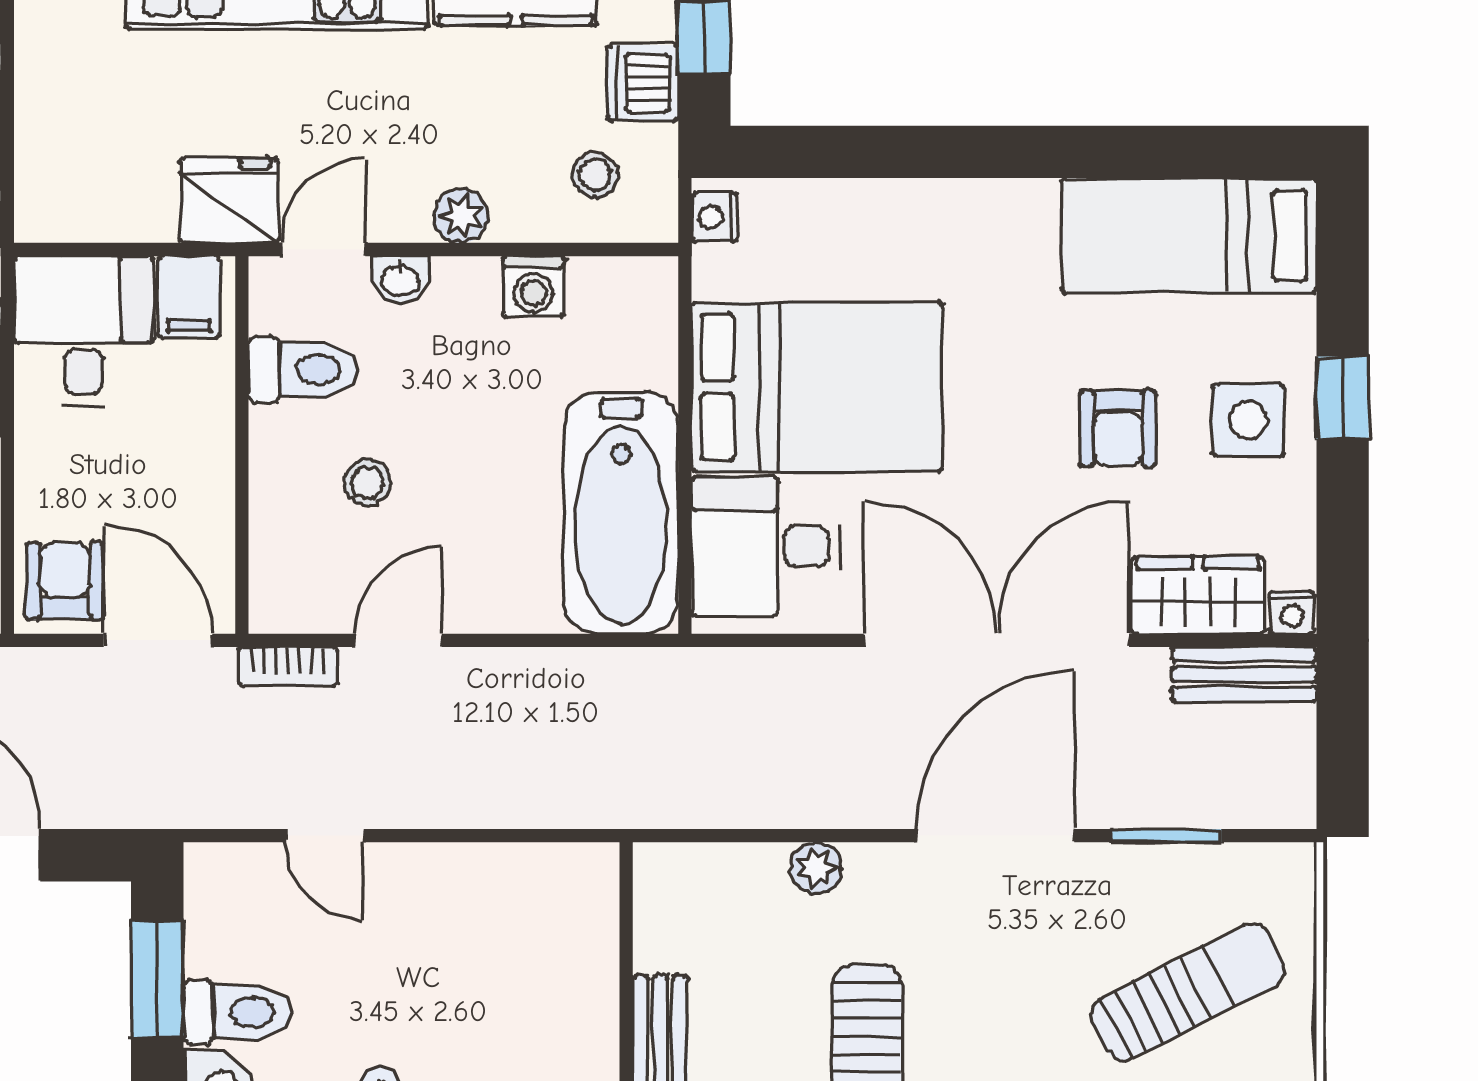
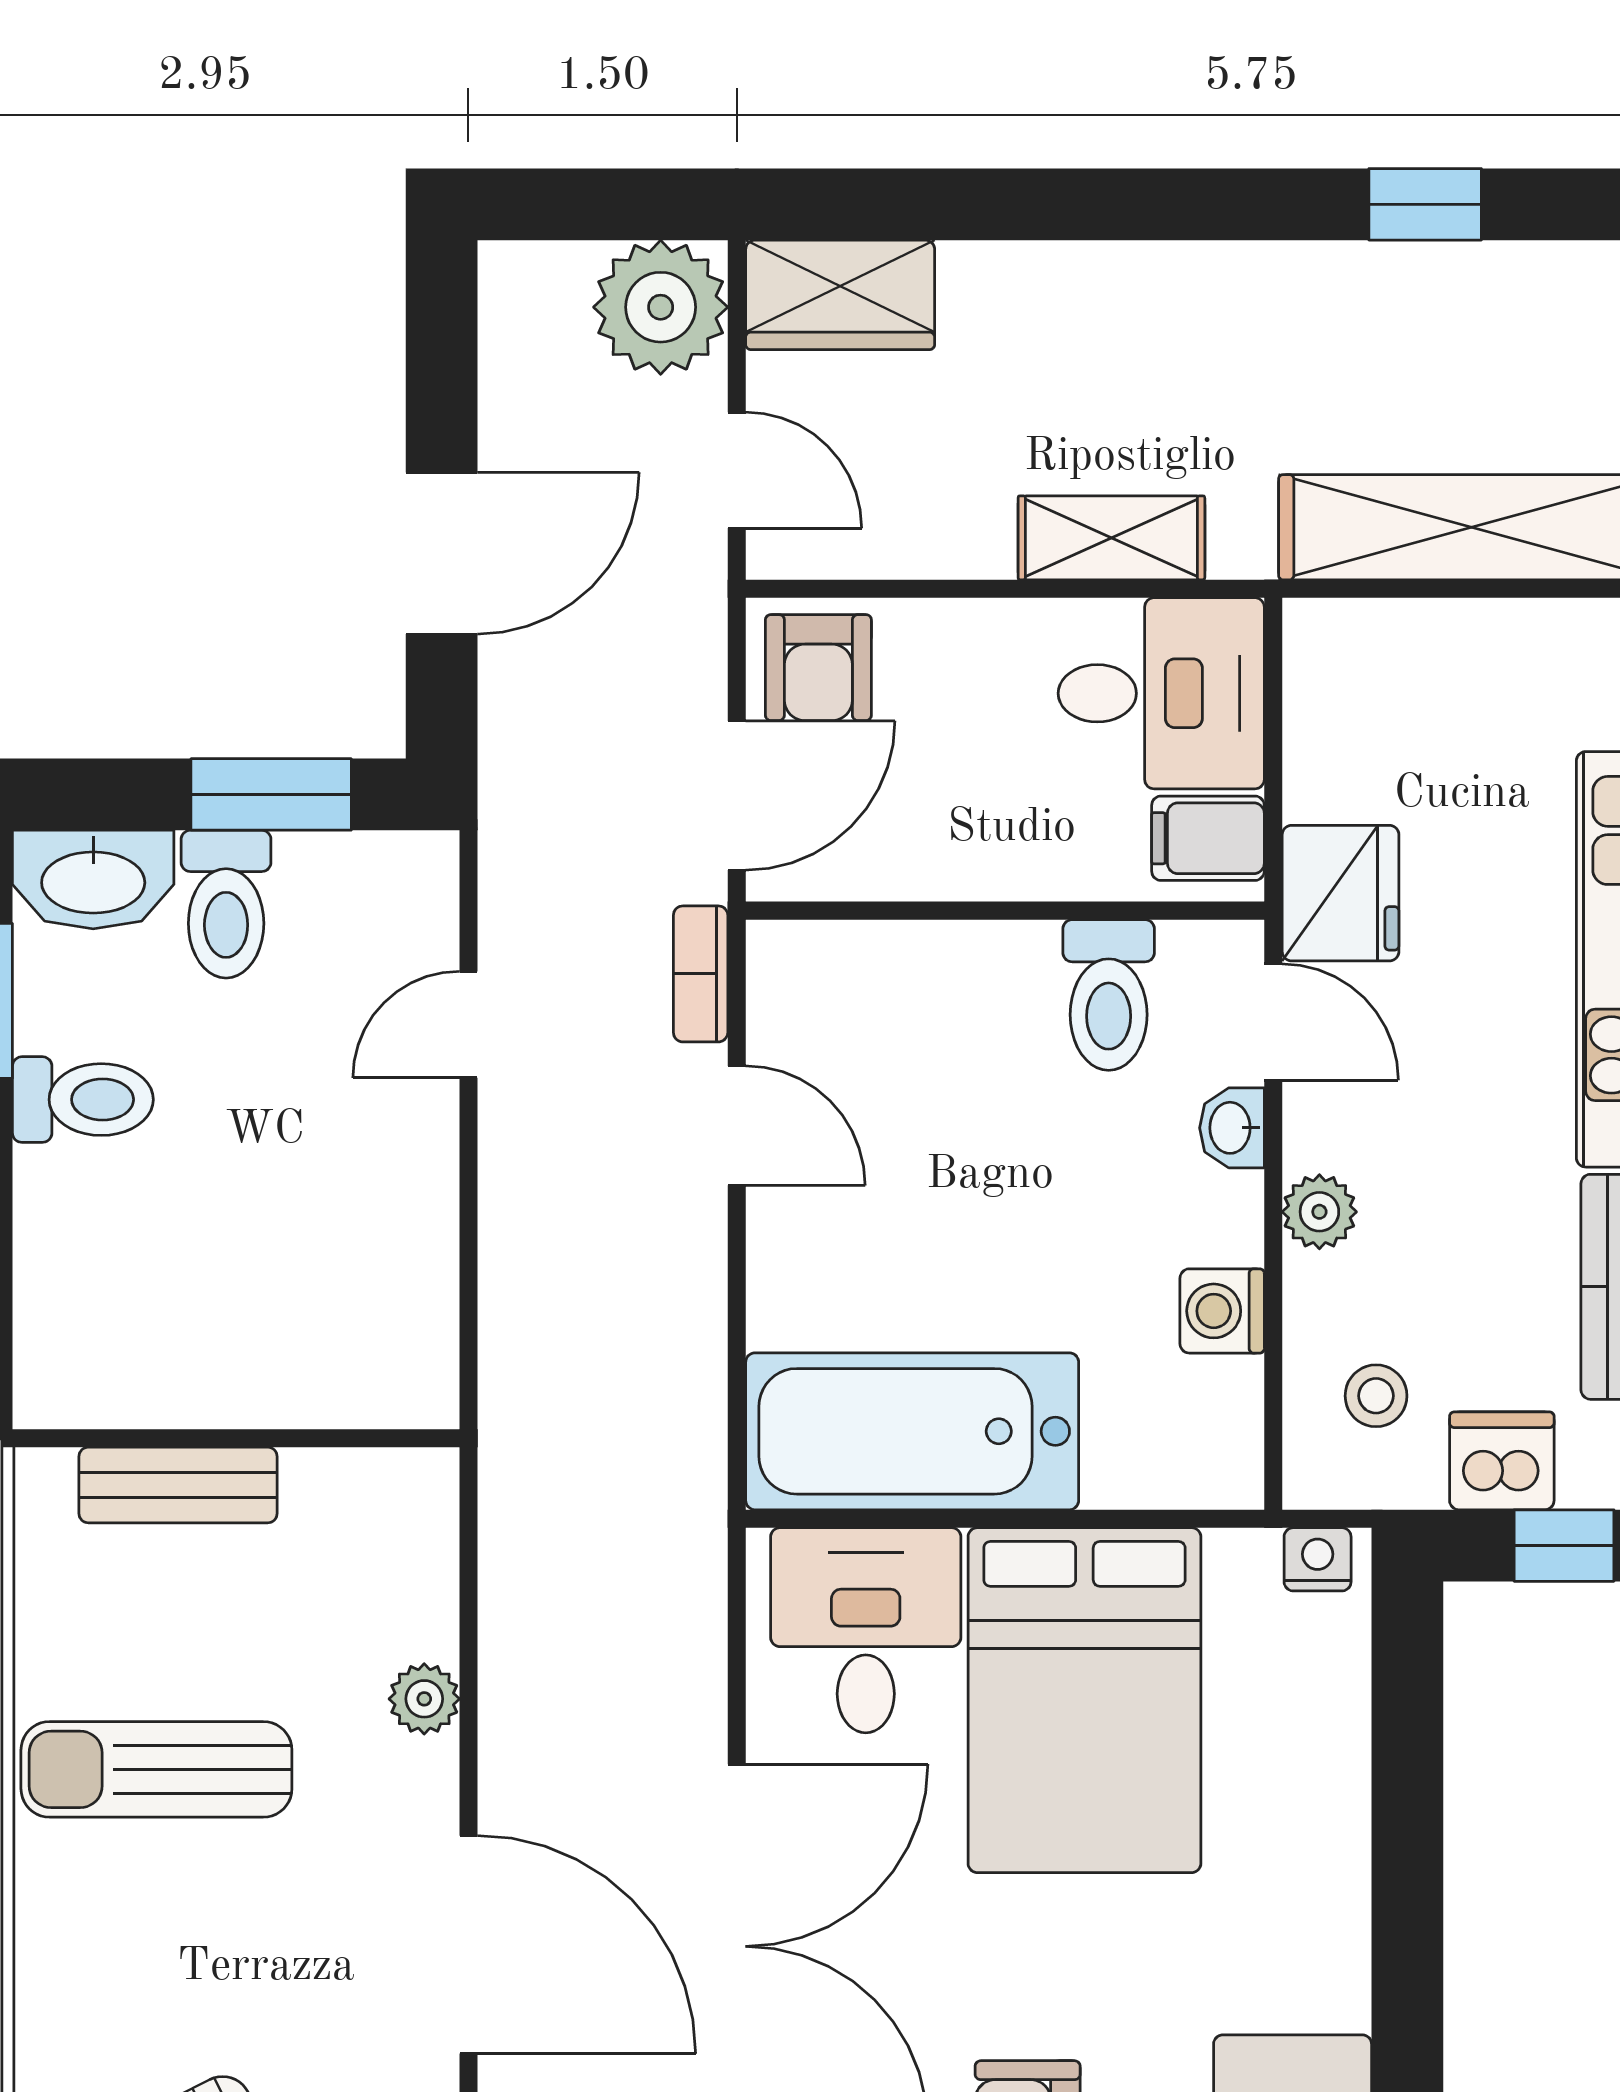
stool: (367, 483) -> (953, 1083), removed
armchair: (65, 581) -> (818, 668), turned 90

